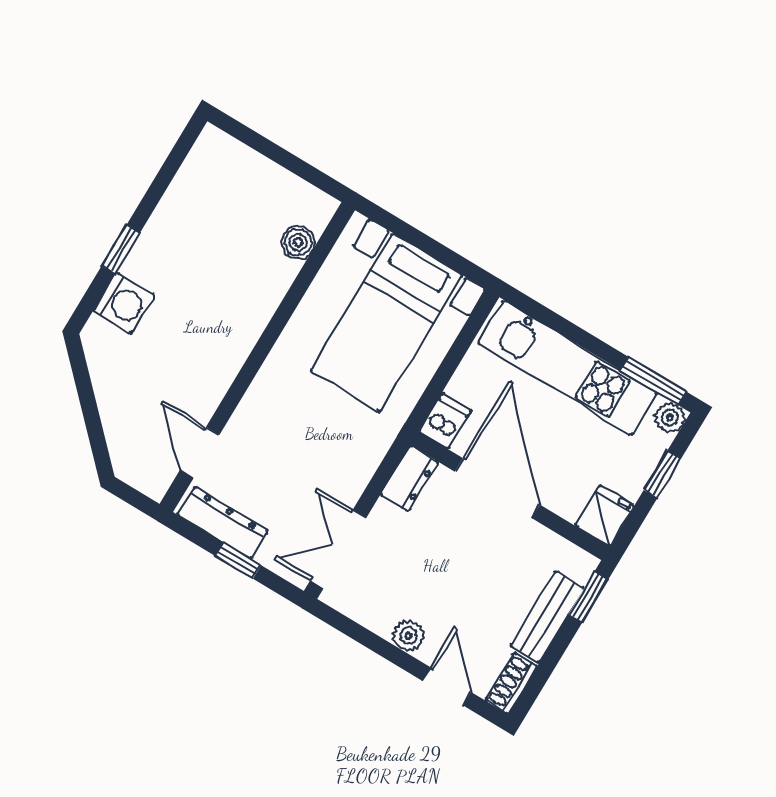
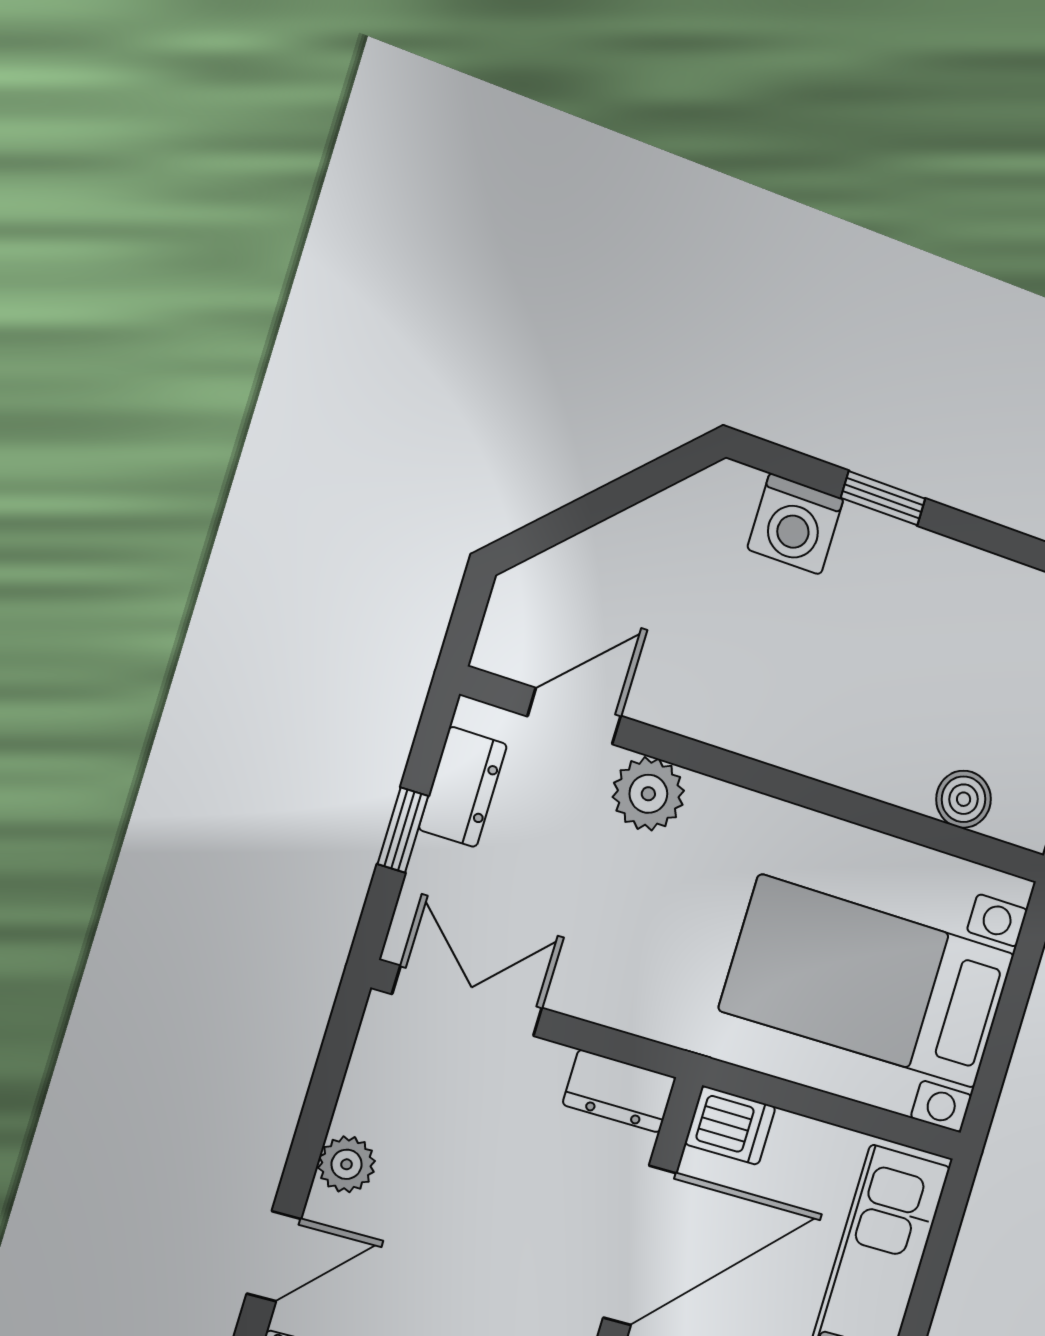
plant: (251, 422) -> (648, 794), added
dresser: (223, 523) -> (463, 787), width x0.70

